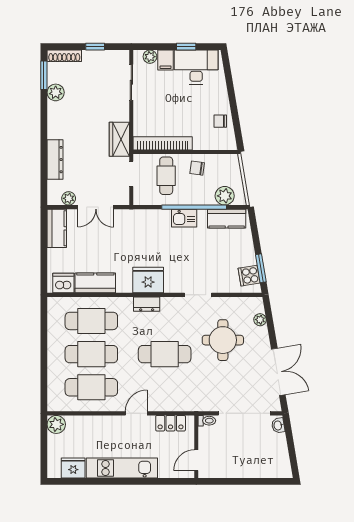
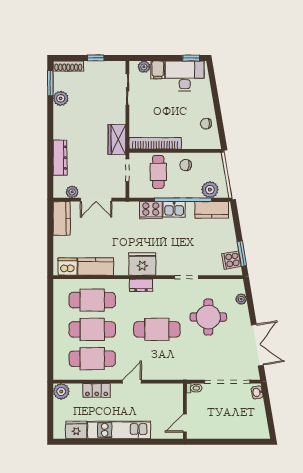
window: (186, 47) -> (191, 58), moved
cooker: (158, 219) -> (151, 210), added
locker: (171, 423) -> (97, 390), moved

